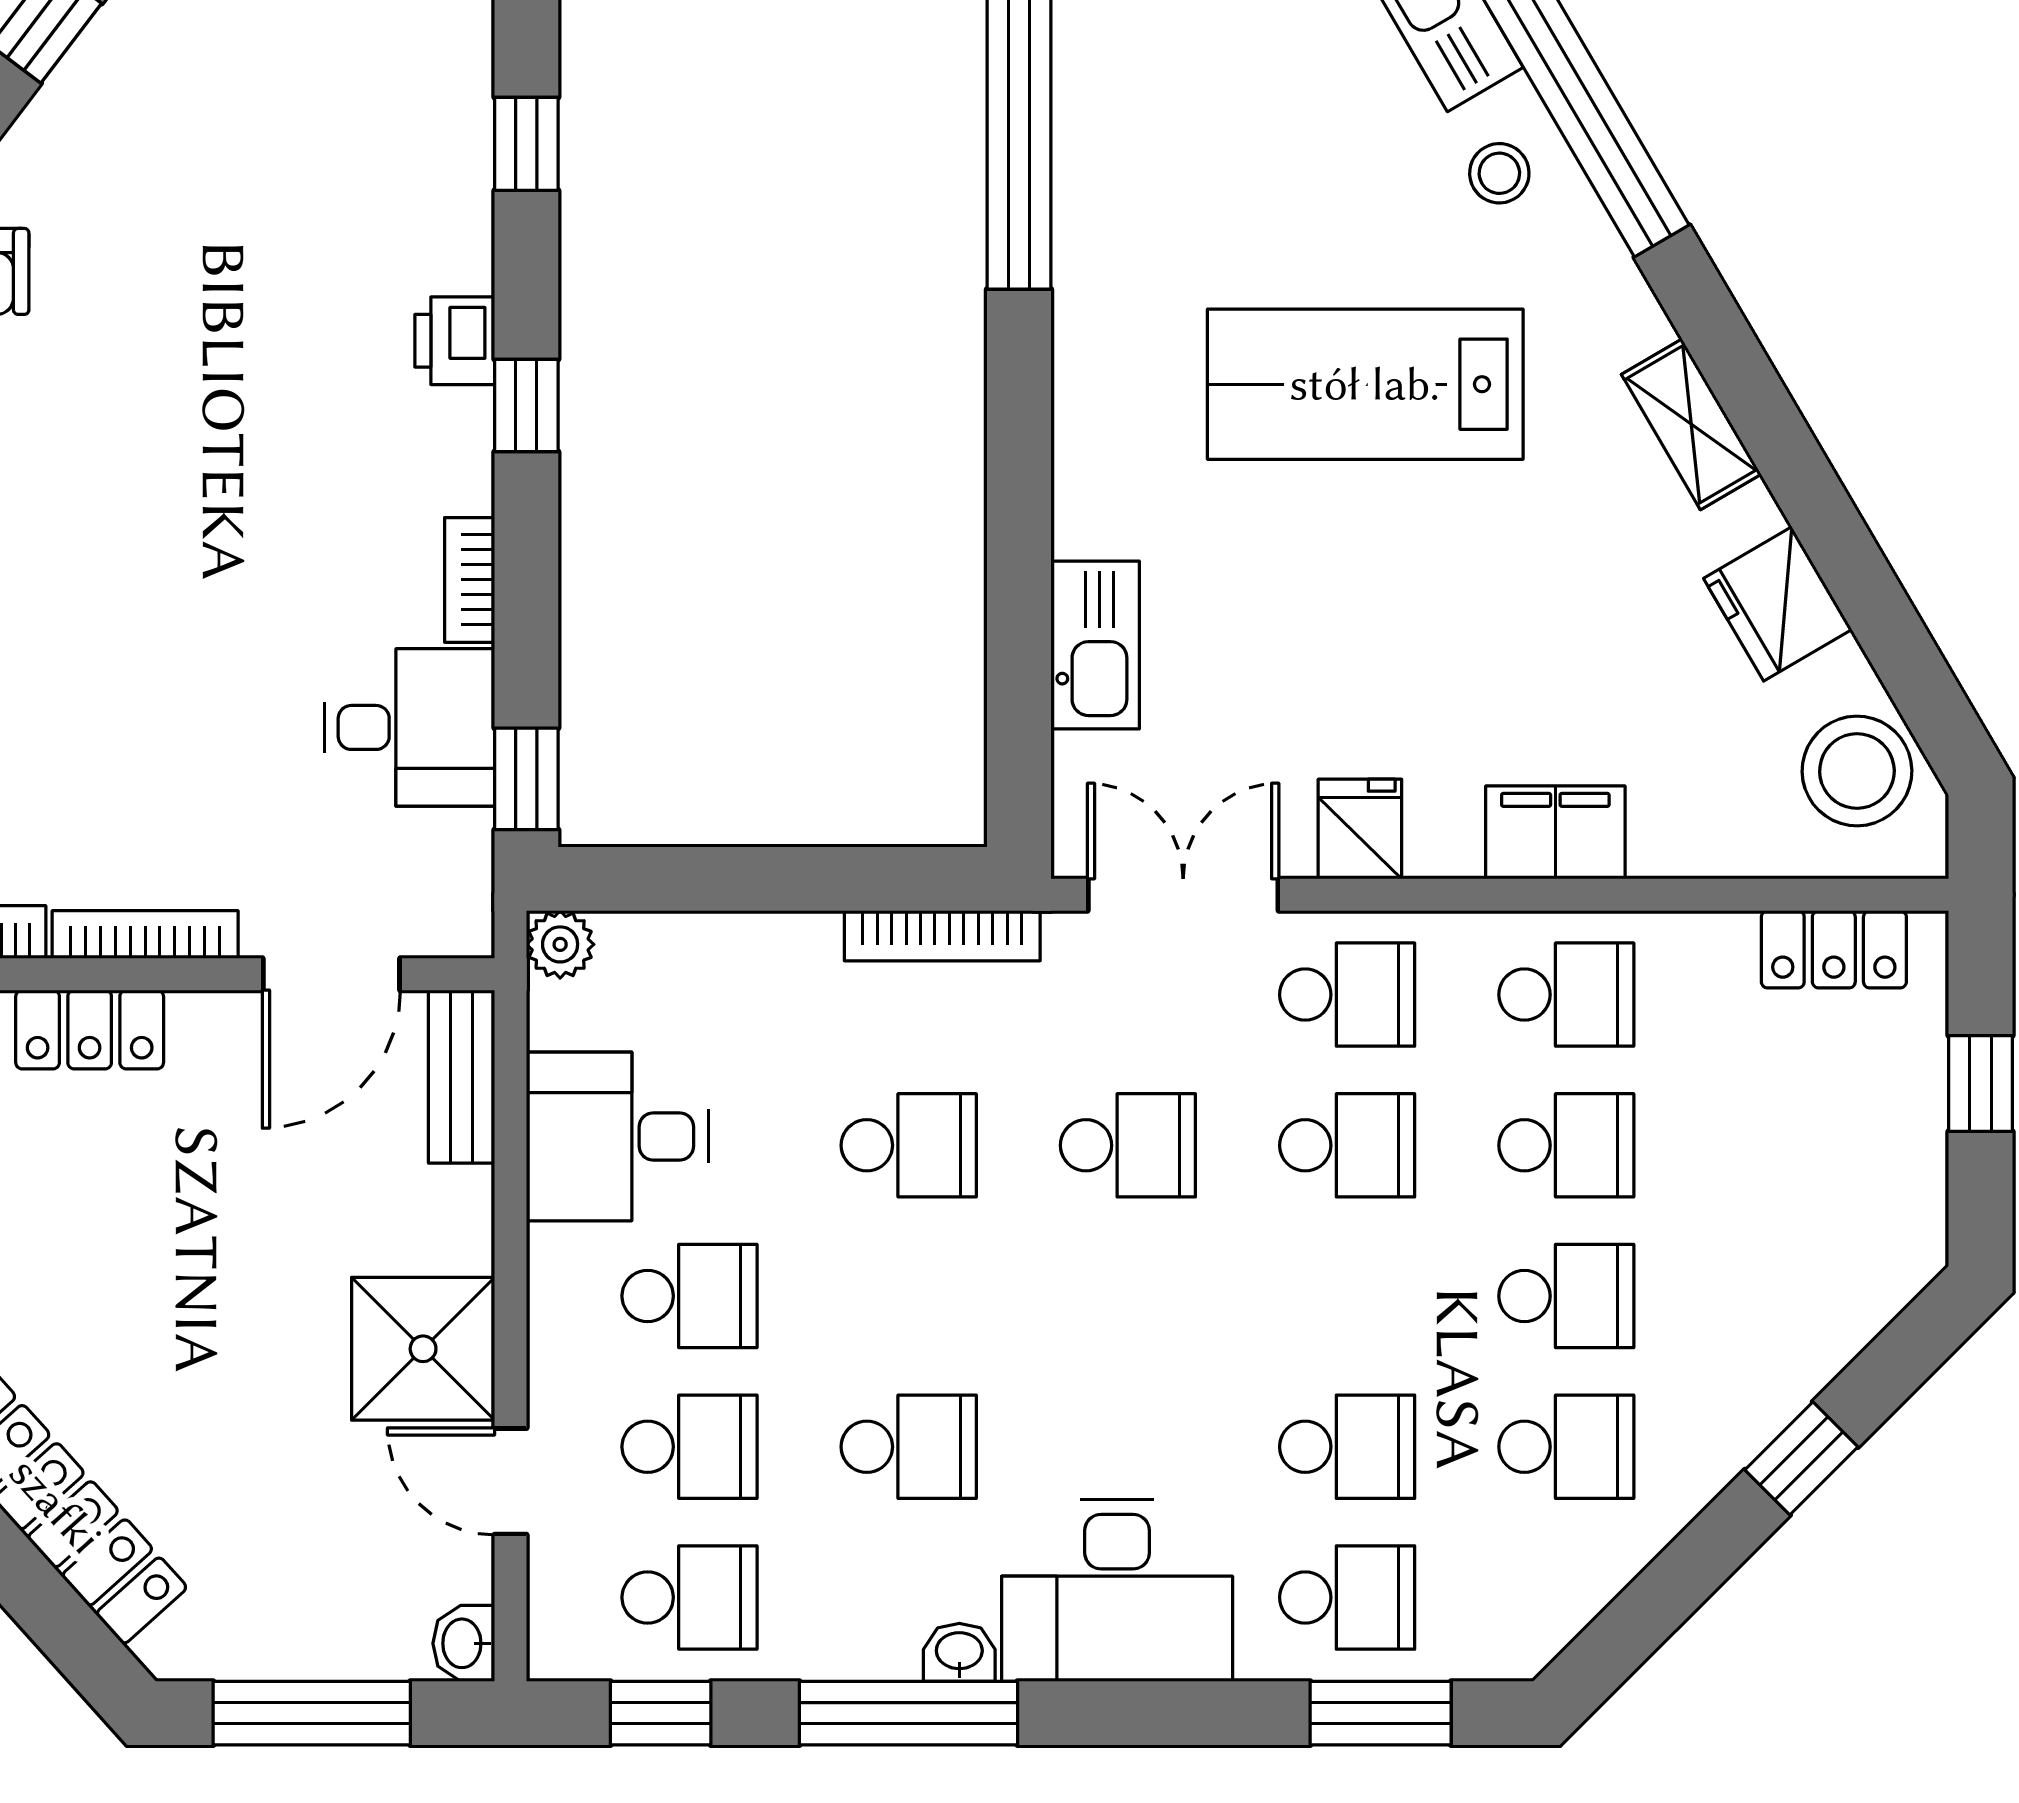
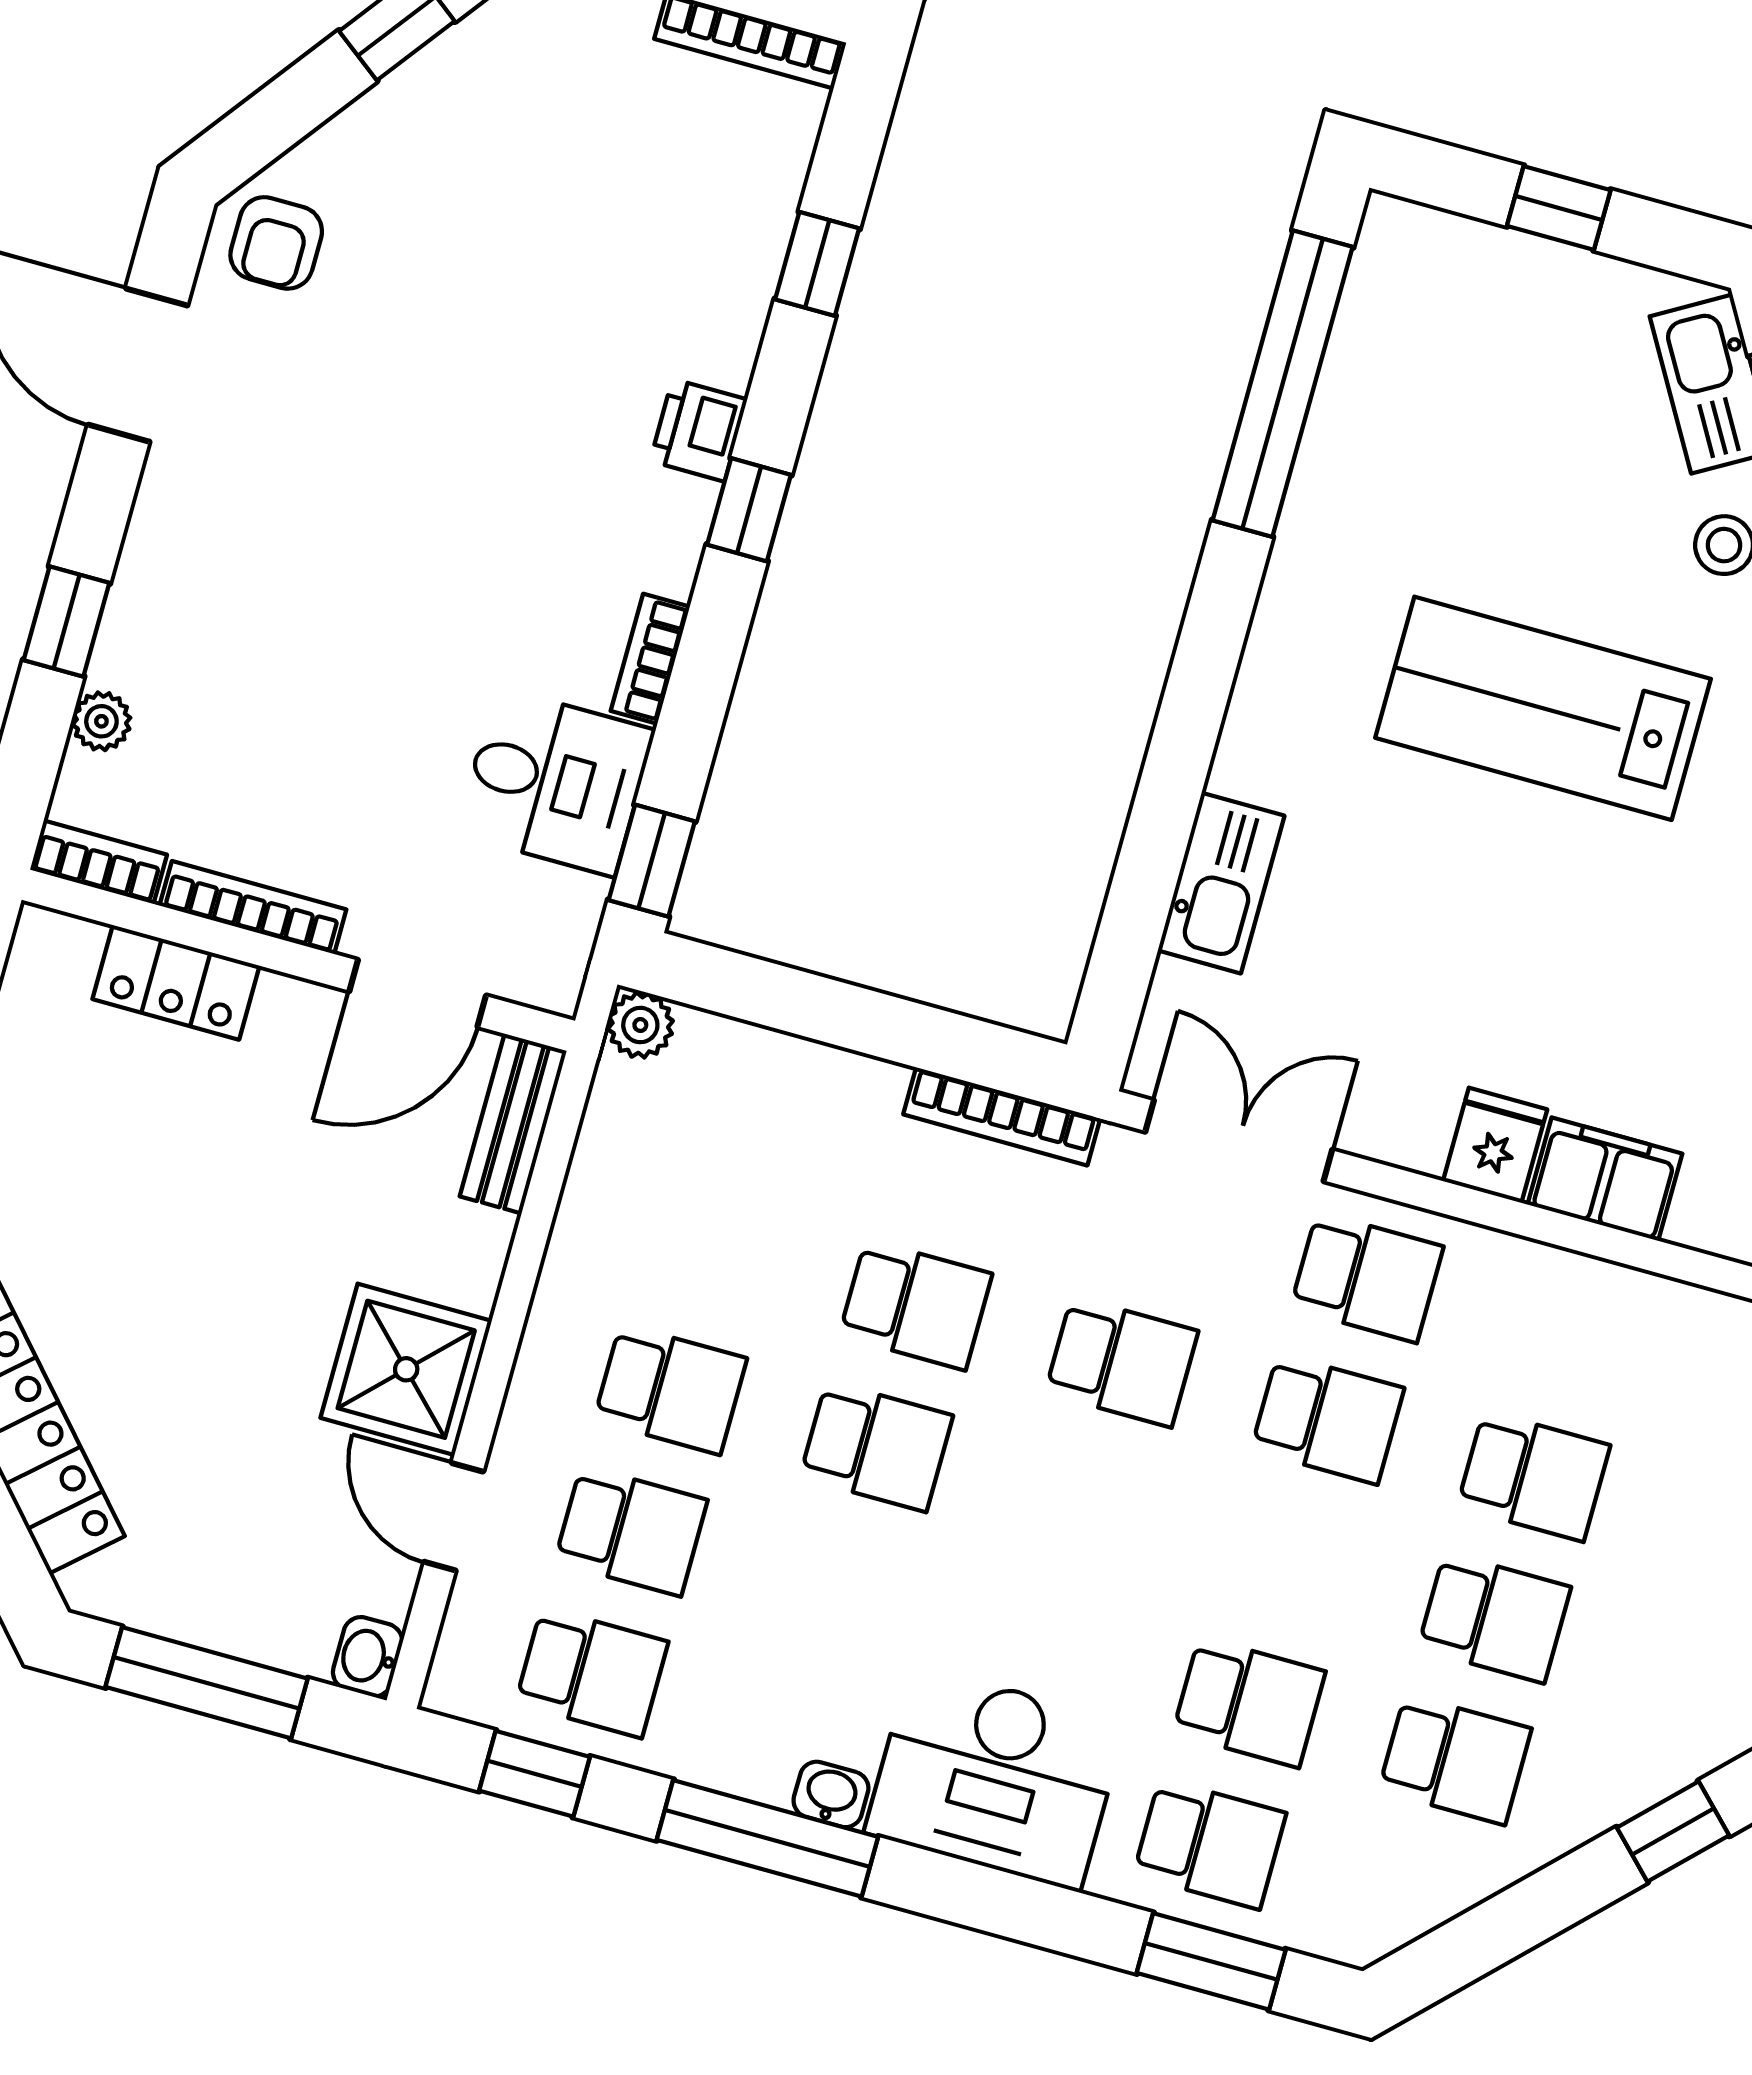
fridge: (1360, 829) -> (1495, 1145), moved
school desk: (1566, 995) -> (1573, 1334), removed
desk: (617, 1136) -> (644, 1220), removed
school desk: (909, 1447) -> (876, 1446), moved

